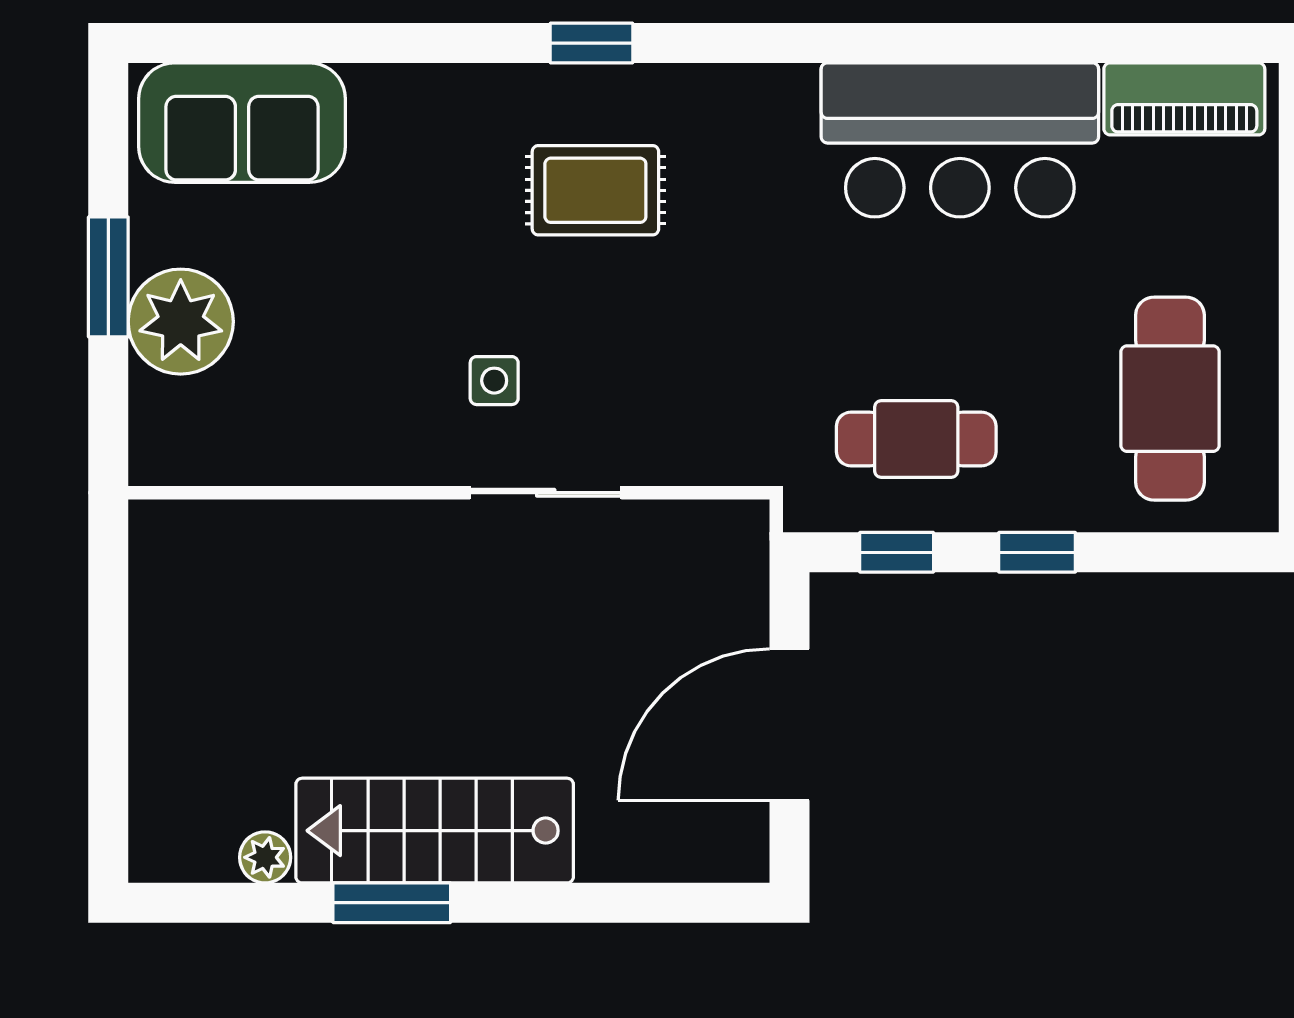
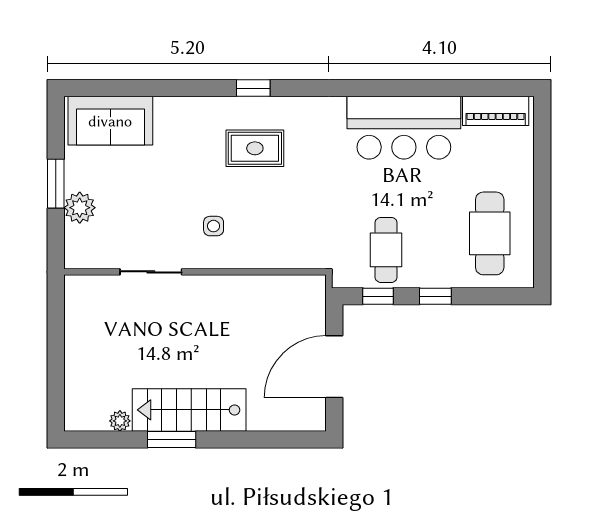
plant: (181, 322) -> (80, 208), width x0.73, depth x0.73
cafe table: (916, 439) -> (386, 250), turned 90
sliding door: (546, 493) -> (151, 272), moved

